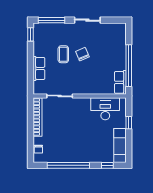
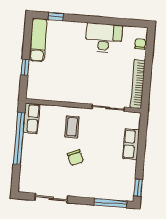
sliding door: (87, 20) -> (51, 198), moved
coffee table: (63, 54) -> (72, 127), moved
desk: (105, 109) -> (104, 38), moved, turned 180
window: (68, 165) -> (104, 21), removed

